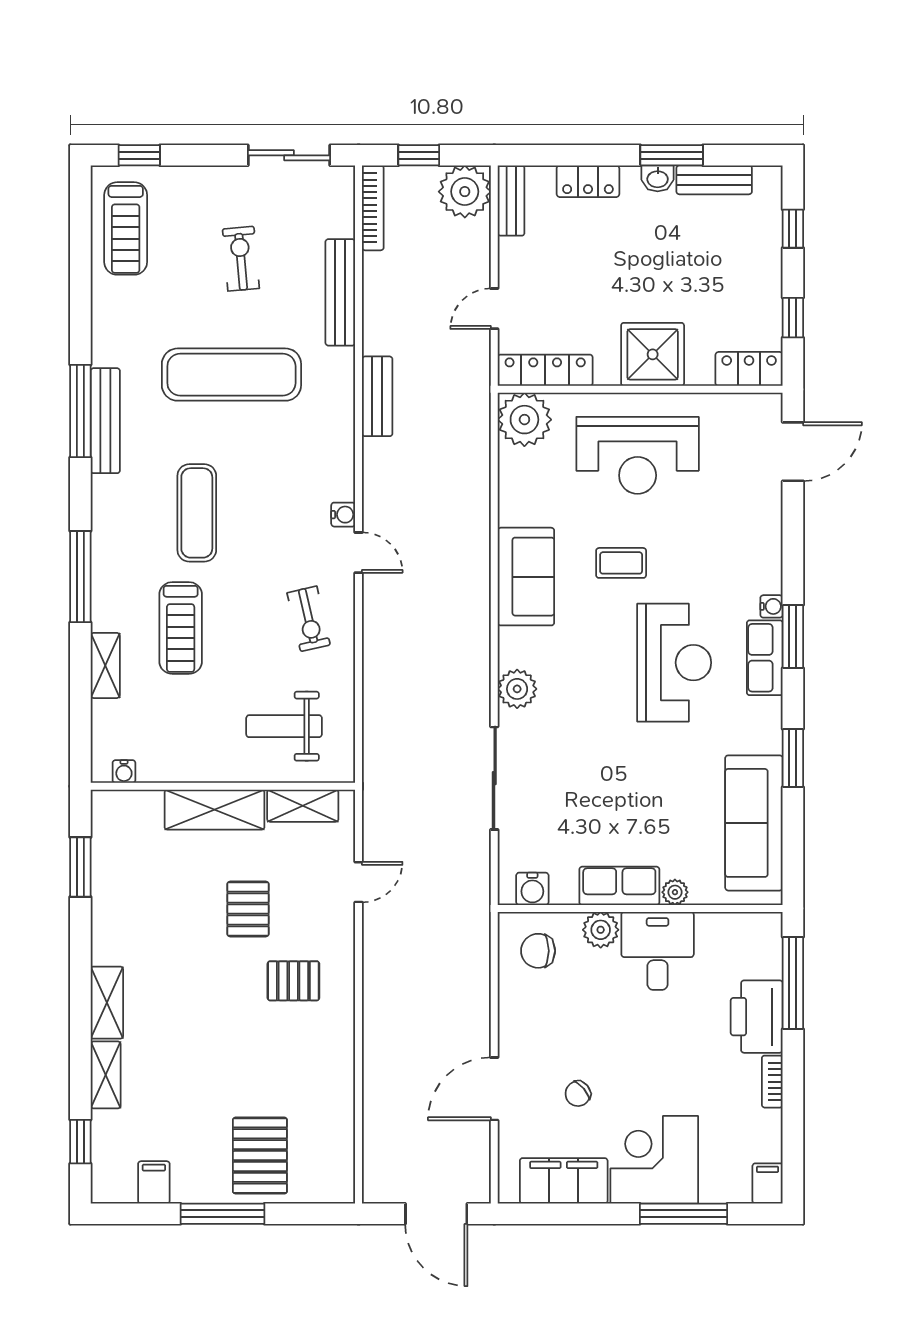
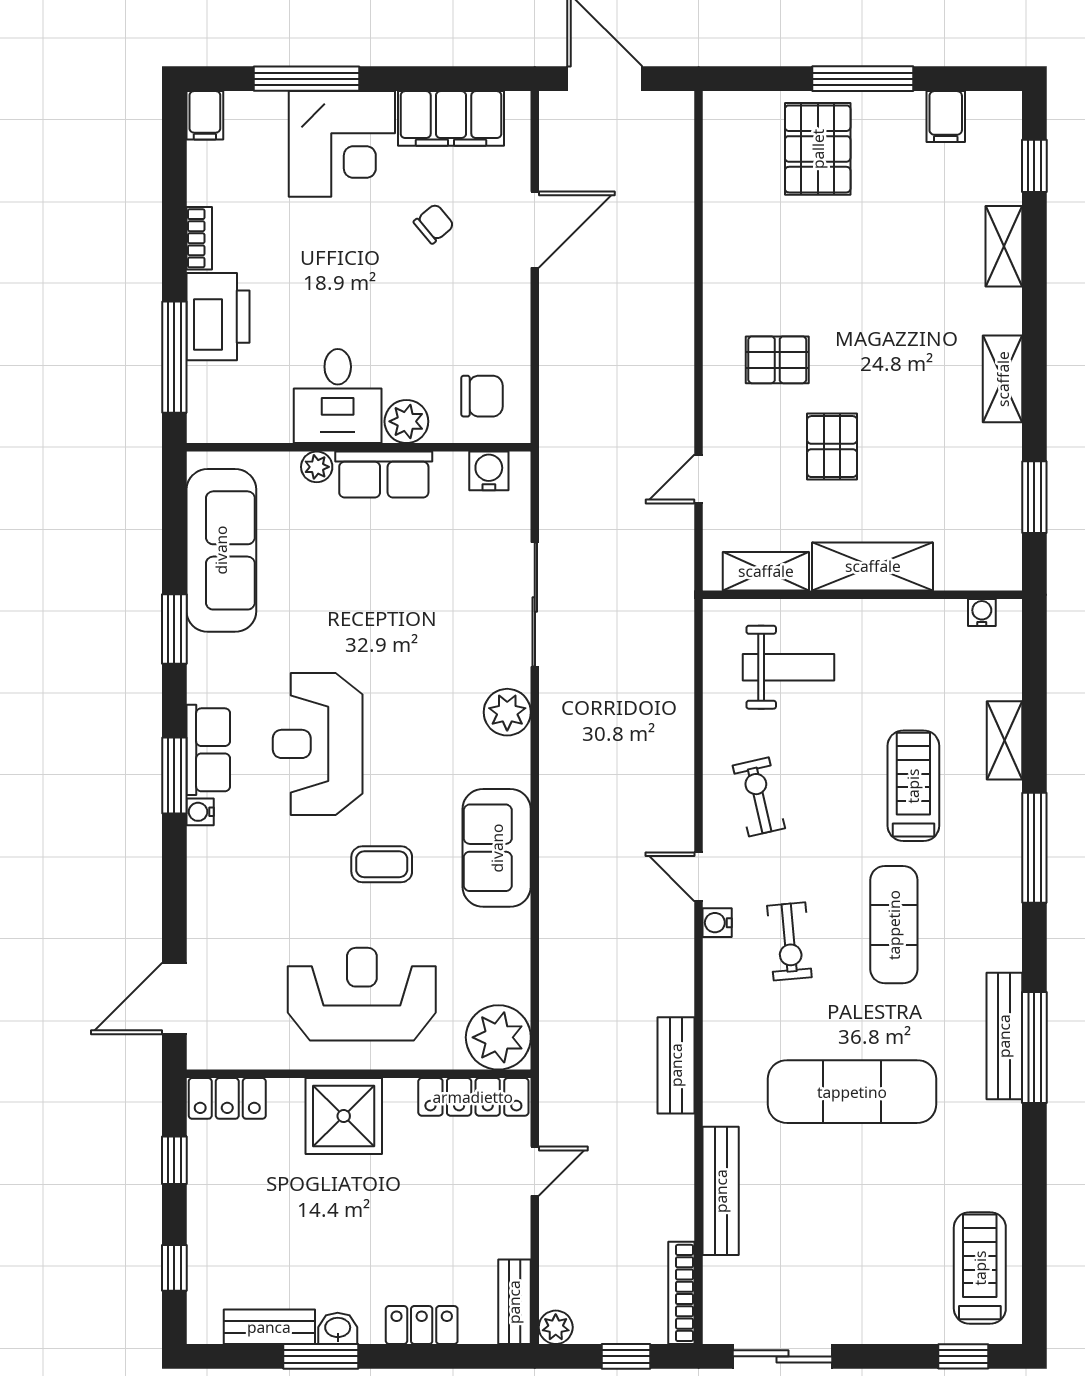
plant: (465, 192) -> (556, 1327), width x0.53, depth x0.53
exercise bike: (241, 259) -> (789, 941), moved
shelving: (107, 1003) -> (1003, 379), moved

